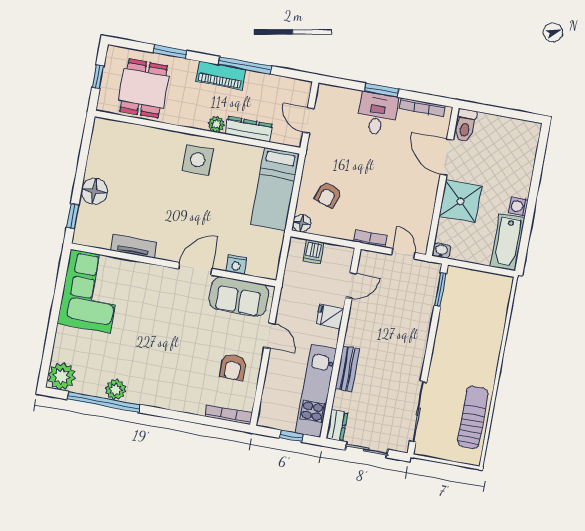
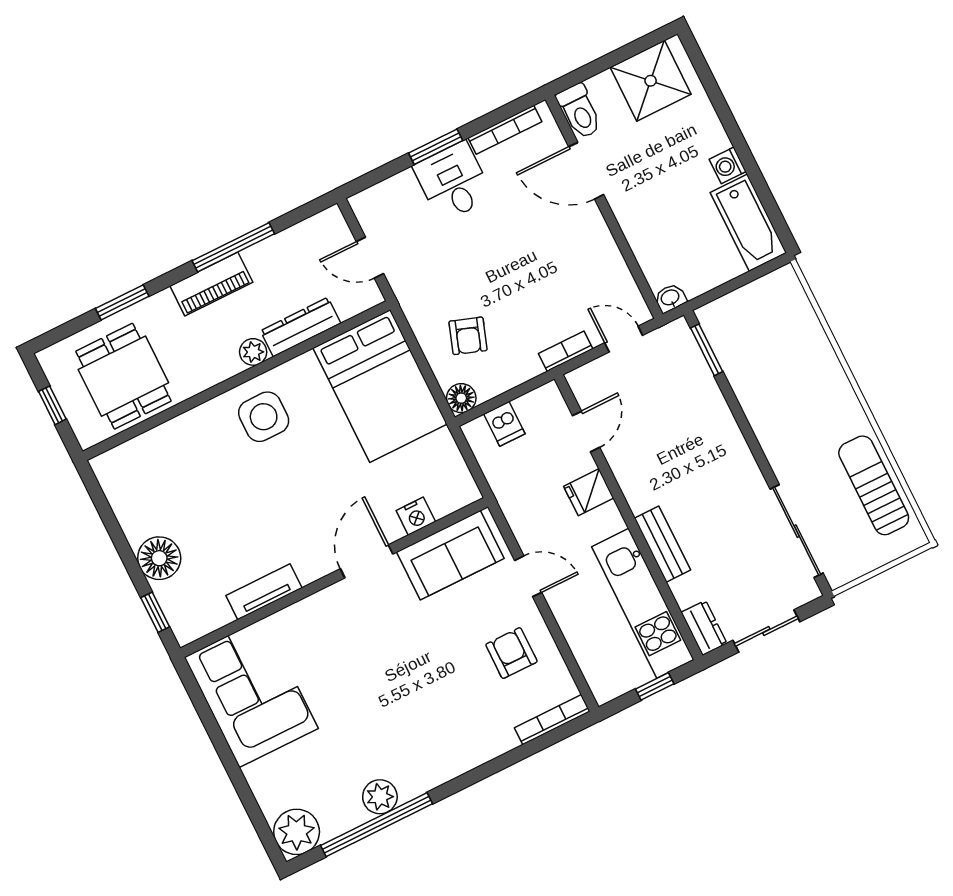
bed: (275, 189) -> (380, 386), width x1.50
shower: (461, 201) -> (651, 81), moved
armchair: (233, 367) -> (511, 653), turned 180

